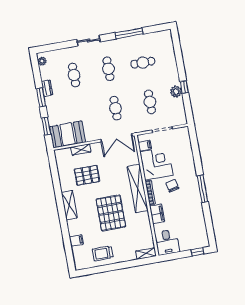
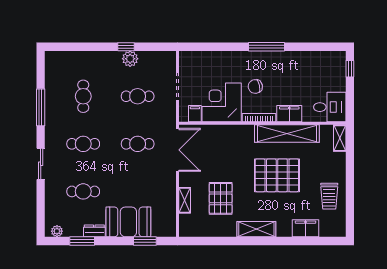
window: (41, 97) -> (82, 241), moved
booth: (67, 134) -> (128, 222), moved, turned 90
shelving: (138, 189) -> (287, 133), moved
filing cabinet: (76, 240) -> (306, 228), width x2.00

